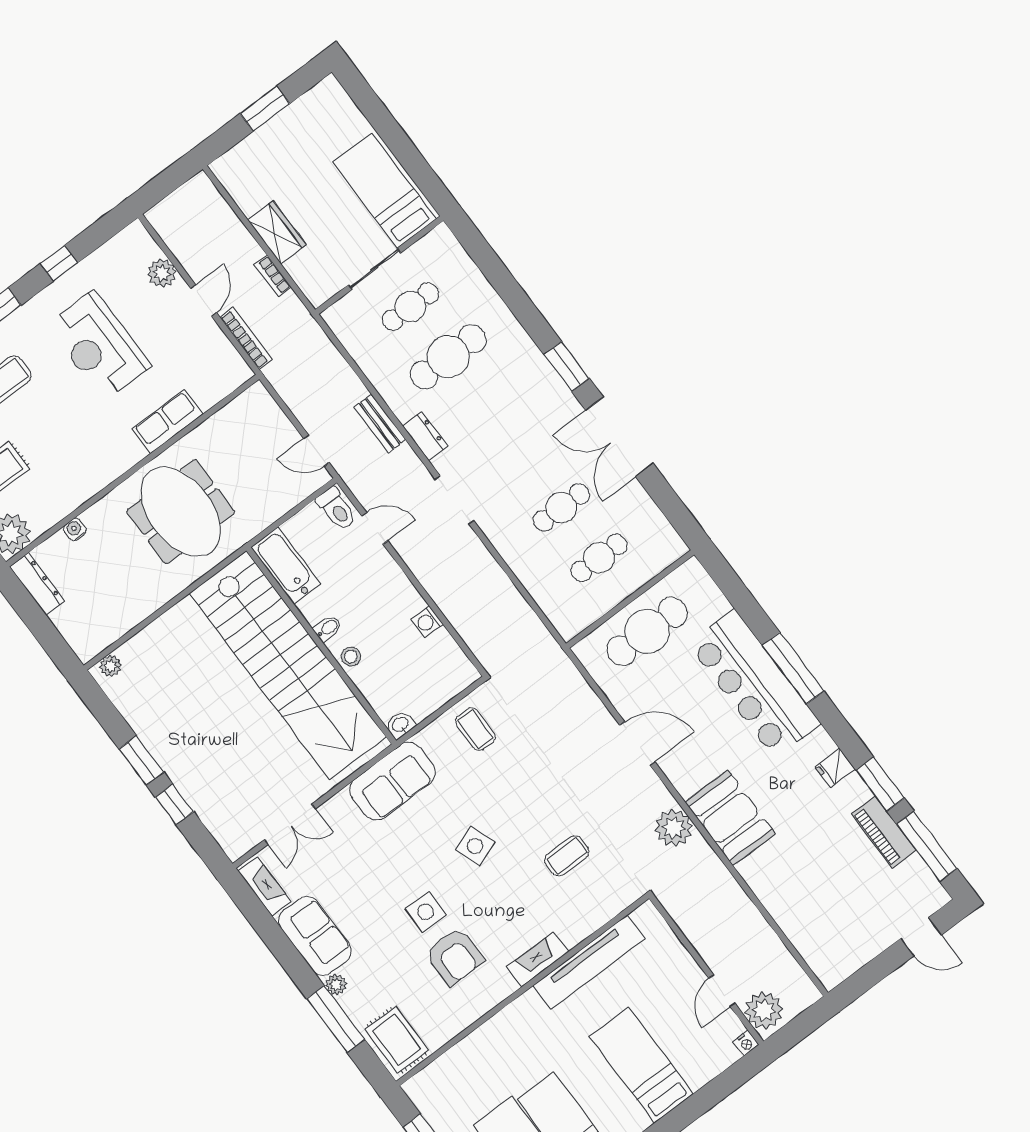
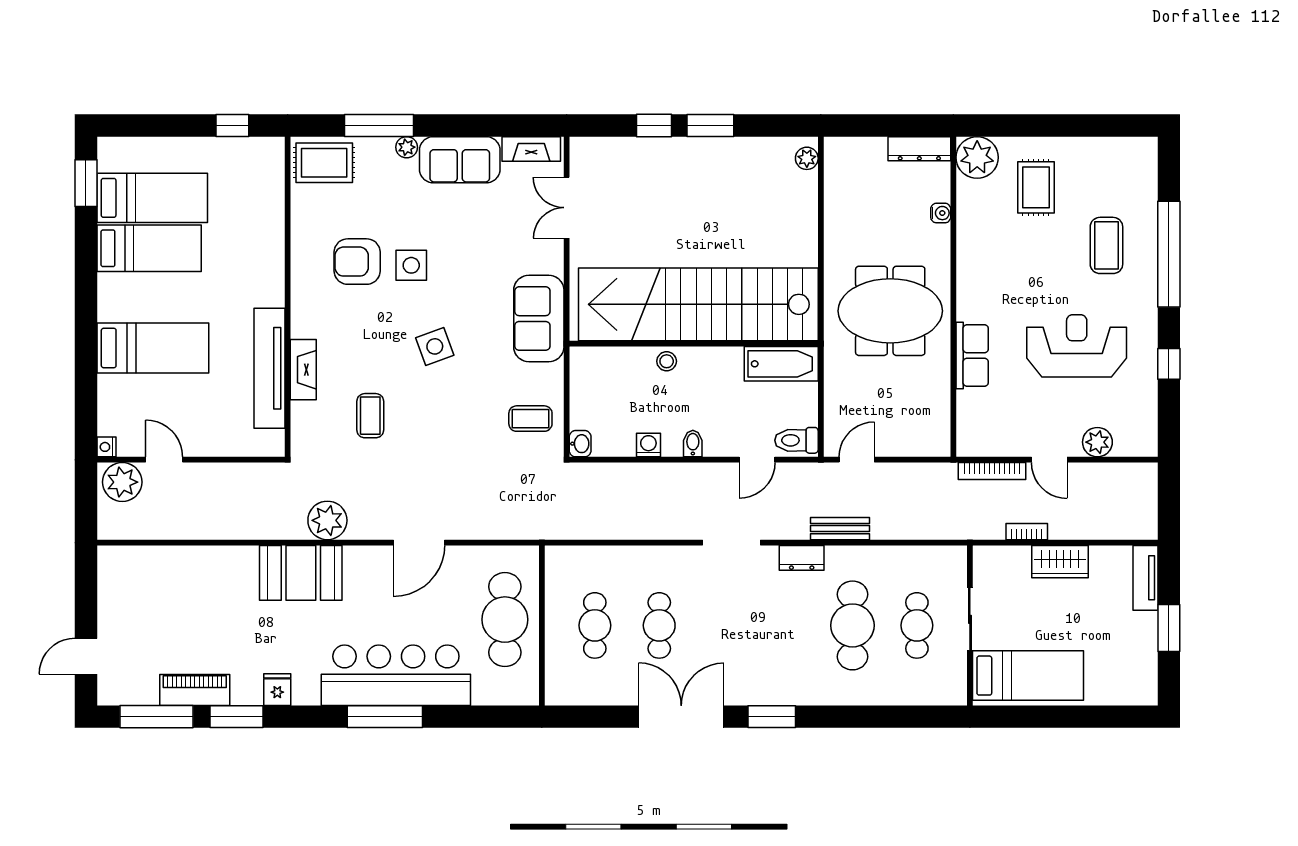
tv unit: (239, 156) -> (1145, 578), added
bidet: (328, 628) -> (693, 444), moved, turned 180
washbasin: (400, 725) -> (580, 444), moved
fireplace: (538, 959) -> (303, 370), moved

